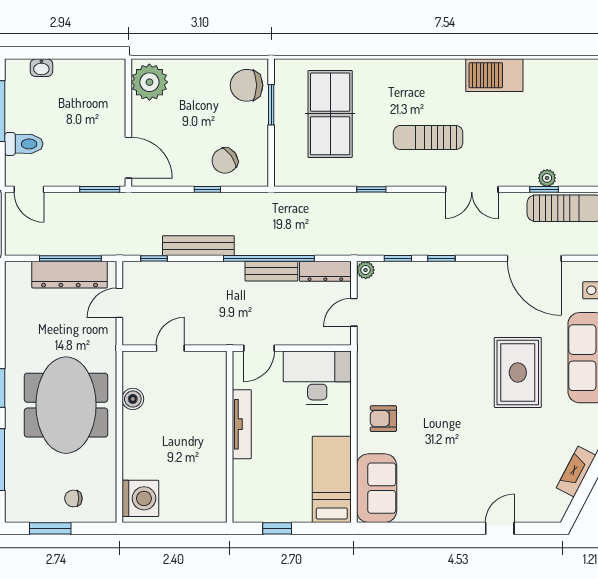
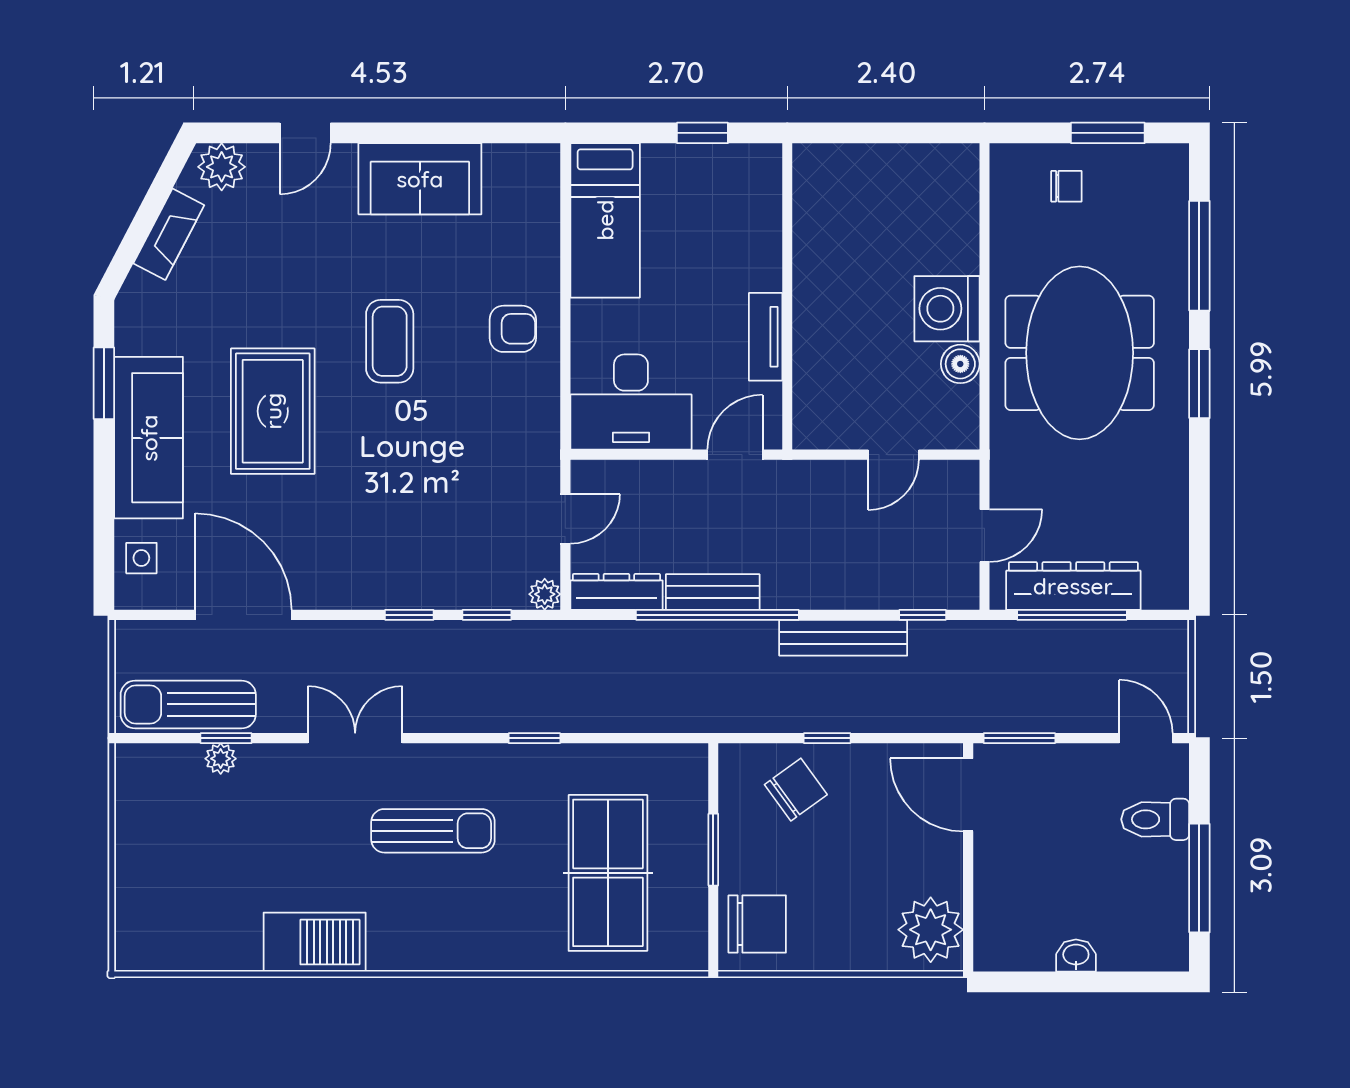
washbasin: (41, 68) -> (1076, 955), moved
window: (271, 105) -> (713, 850), moved
coffee table: (452, 412) -> (390, 341), added
tv unit: (242, 424) -> (766, 337), width x0.71
sofa: (377, 488) -> (420, 179), moved, turned -90
washing machine: (140, 498) -> (947, 309), moved
plant: (546, 509) -> (222, 167), added

